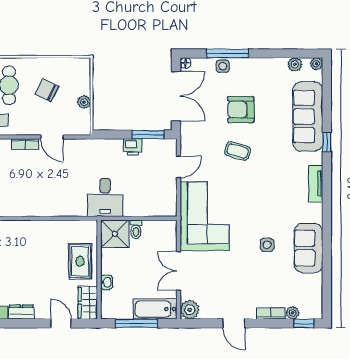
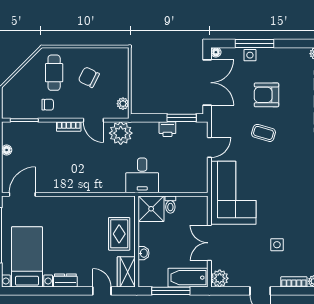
plant: (84, 102) -> (123, 104), moved
plant: (82, 151) -> (121, 133), added
side table: (267, 245) -> (277, 245), moved

